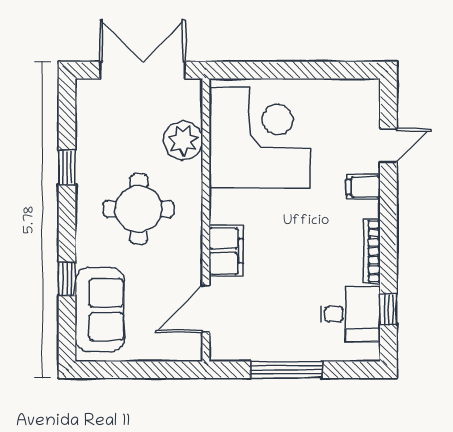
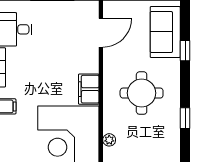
plant: (183, 141) -> (109, 140), width x0.53, depth x0.53
filing cabinet: (226, 251) -> (89, 89), moved

